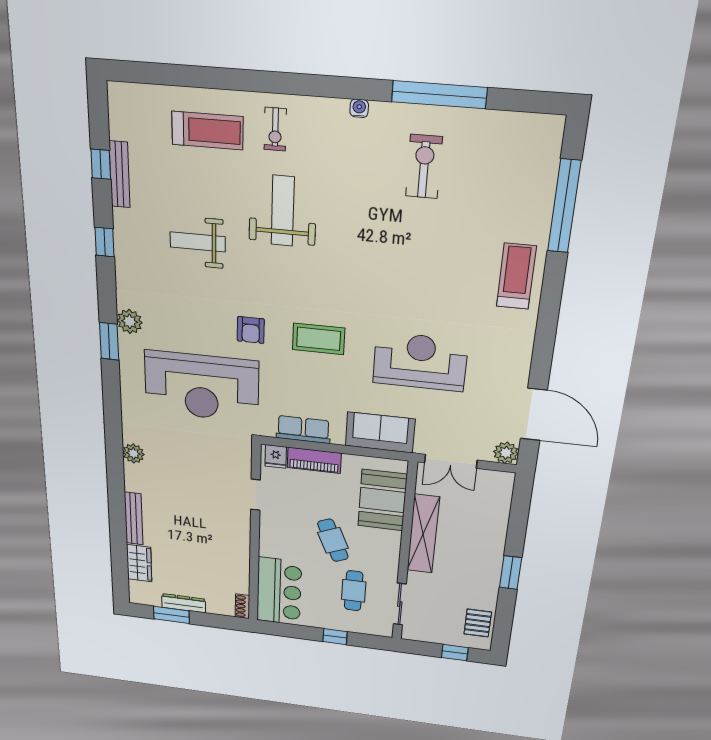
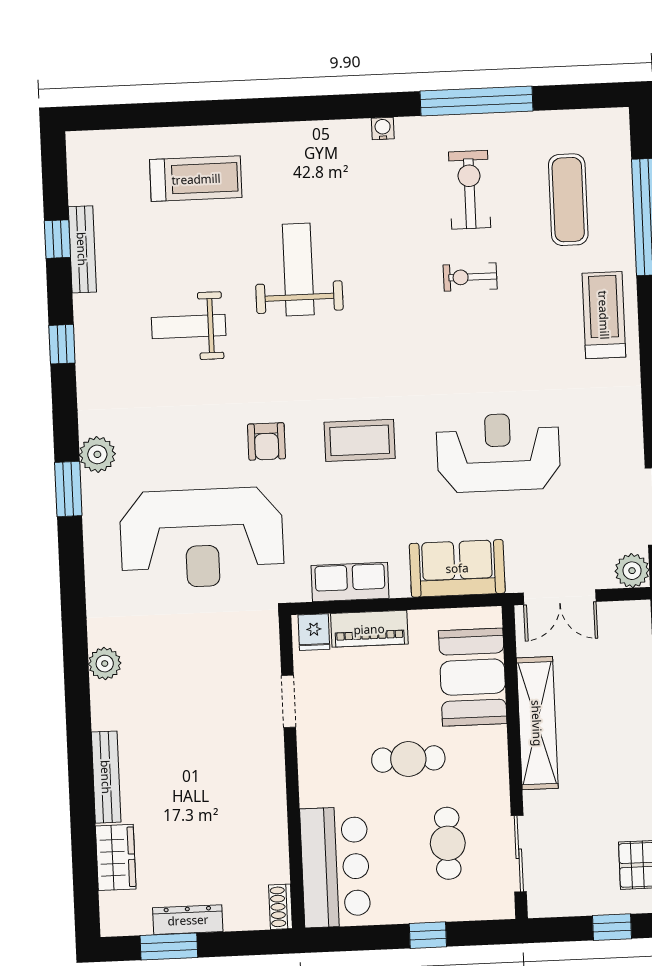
exercise bike: (275, 129) -> (470, 277), moved, turned 90
exercise mat: (503, 185) -> (568, 200), added
cafe table: (333, 540) -> (408, 759), turned -67

